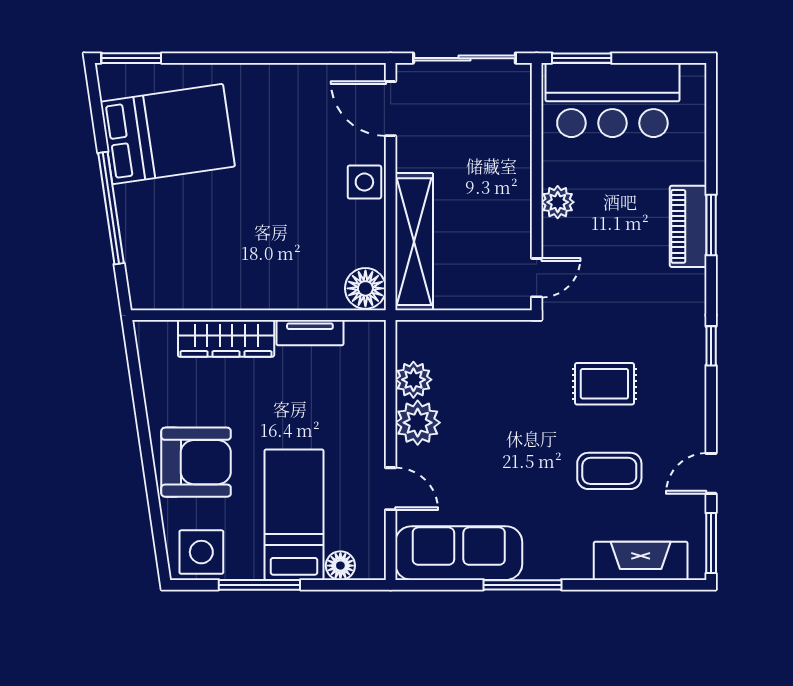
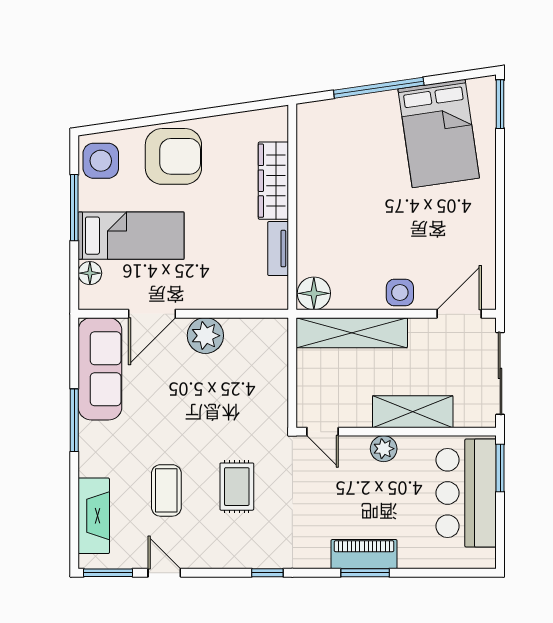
shelving: (512, 166) -> (413, 412), added
plant: (413, 380) -> (240, 332), removed
armchair: (196, 462) -> (173, 156), turned -90
door: (391, 489) -> (152, 314), width x1.38

